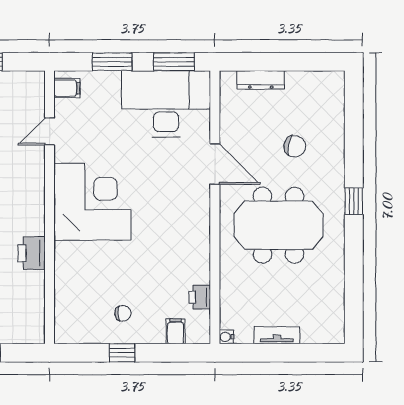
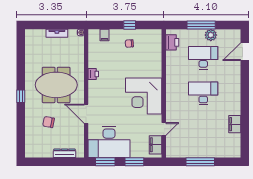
filing cabinet: (67, 88) -> (156, 145), width x2.00
printer: (31, 253) -> (172, 42), moved
printer: (200, 297) -> (93, 74), moved

